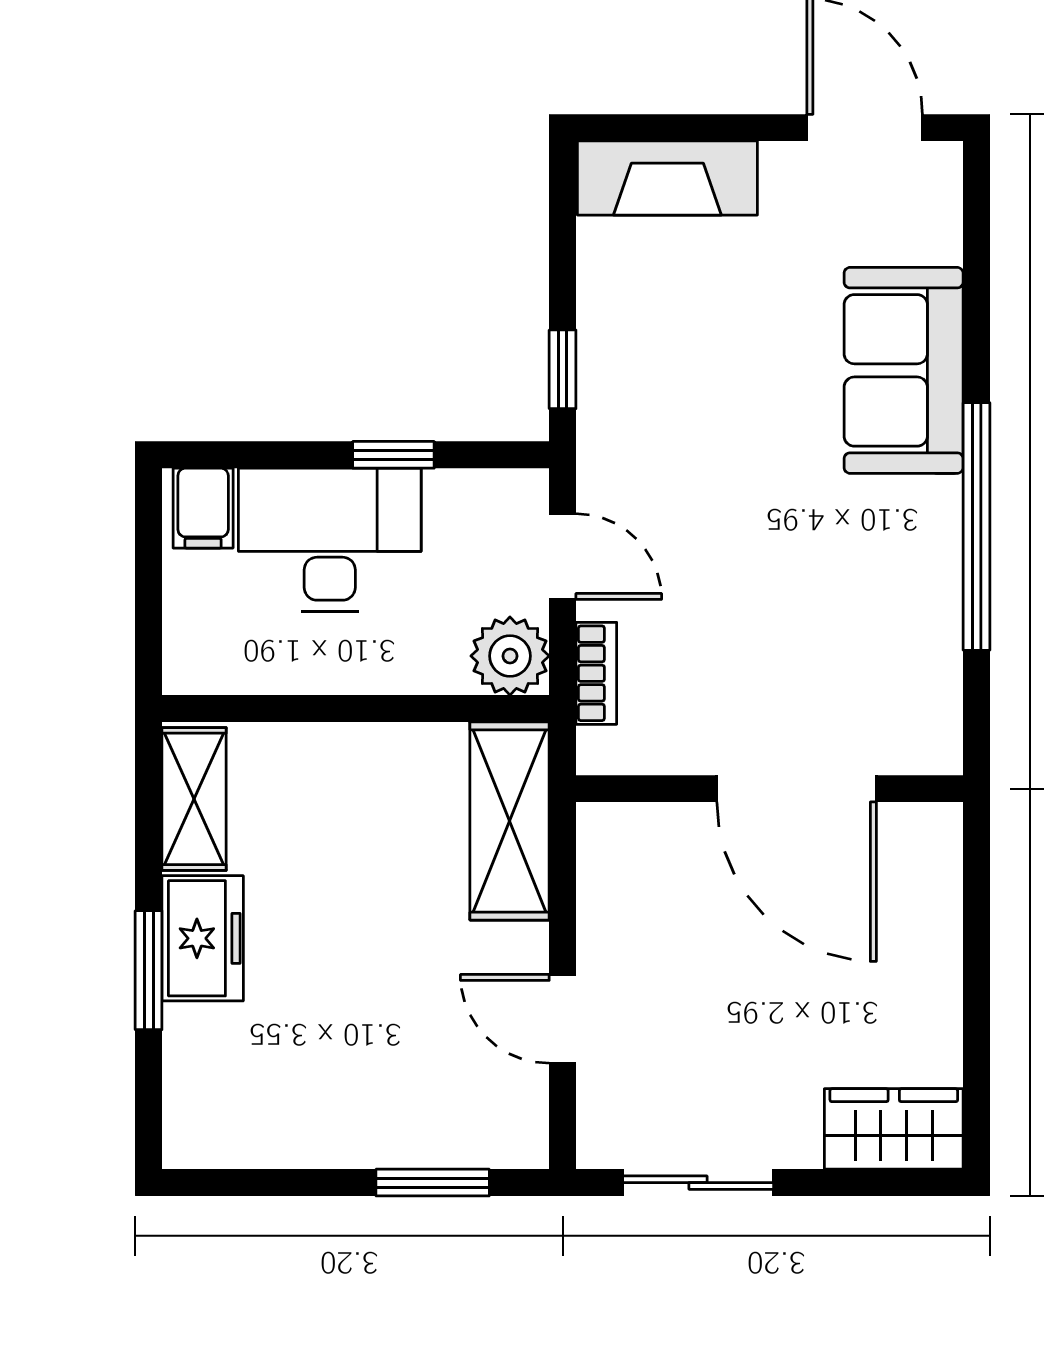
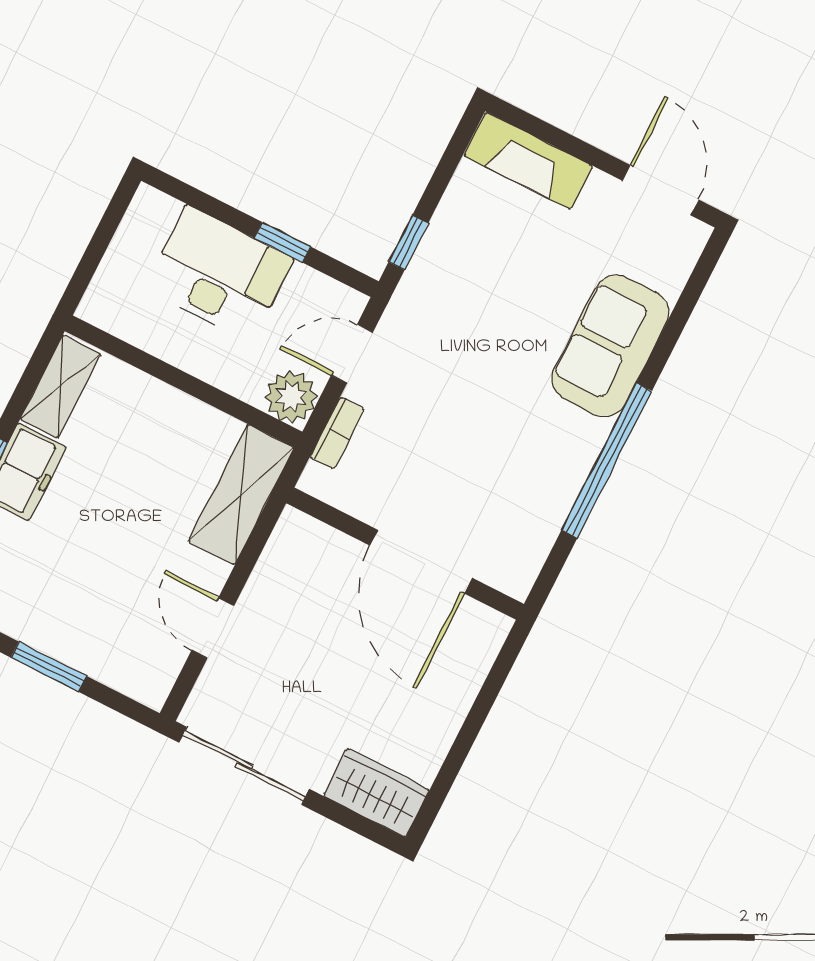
filing cabinet: (203, 508) -> (153, 217), removed
door: (563, 557) -> (352, 354), swing flipped
window: (433, 1183) -> (49, 667), moved
sliding door: (698, 1183) -> (244, 766), width x1.37

